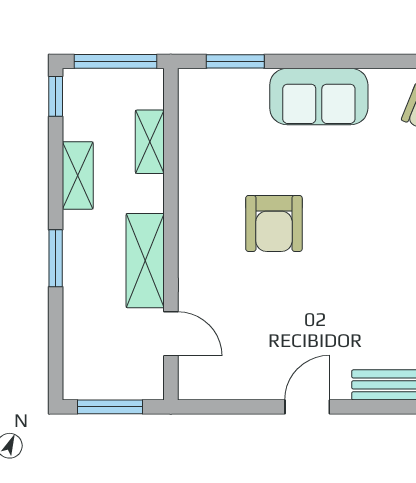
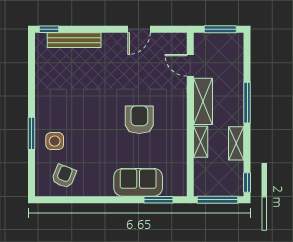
sofa: (319, 97) -> (138, 182), moved
shelving: (150, 142) -> (201, 142), moved
window: (56, 258) -> (247, 103), width x1.44
door: (307, 407) -> (139, 29), moved

